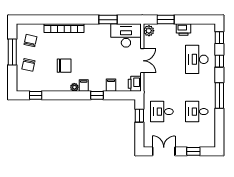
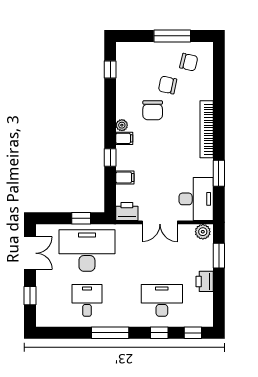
bookcase: (64, 28) -> (207, 129), moved
chair: (28, 65) -> (168, 85), moved
desk: (162, 112) -> (87, 250), width x1.87, depth x1.30

